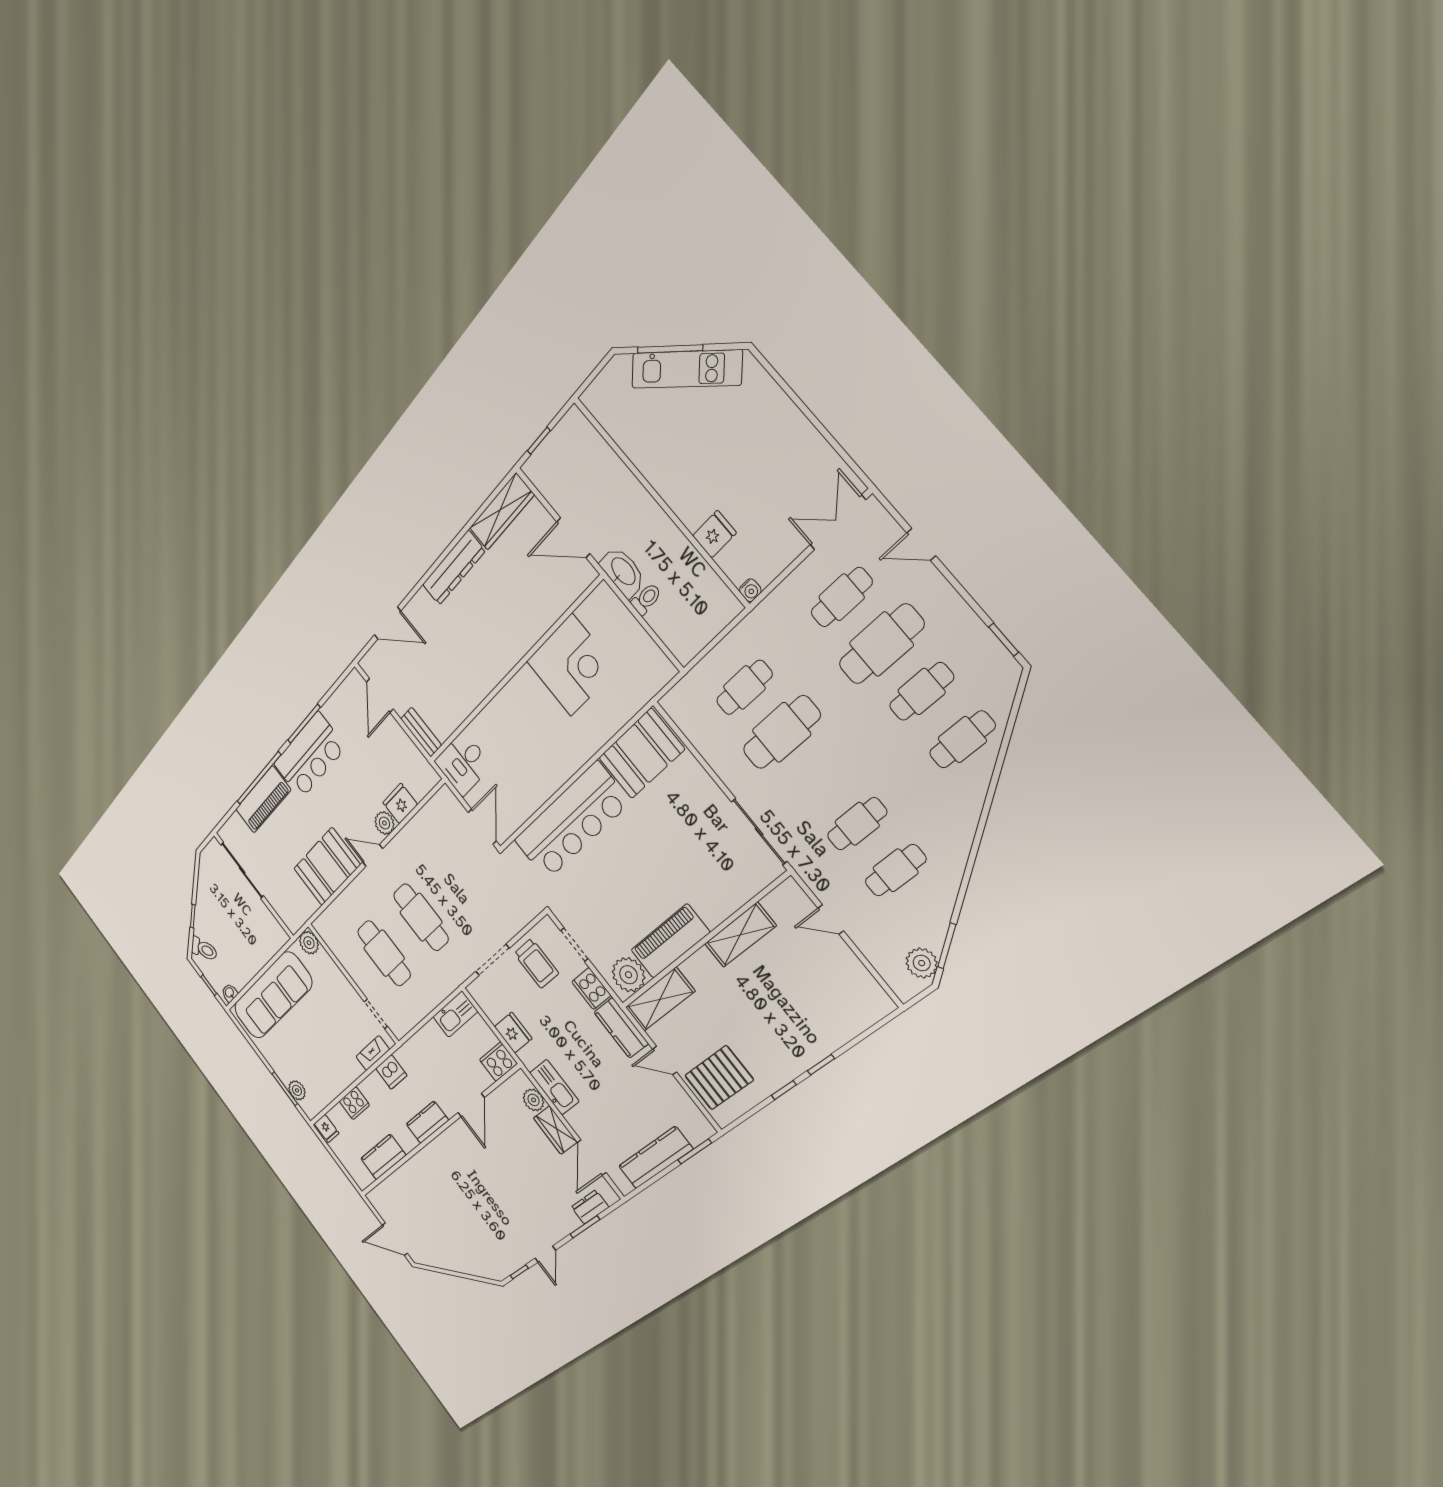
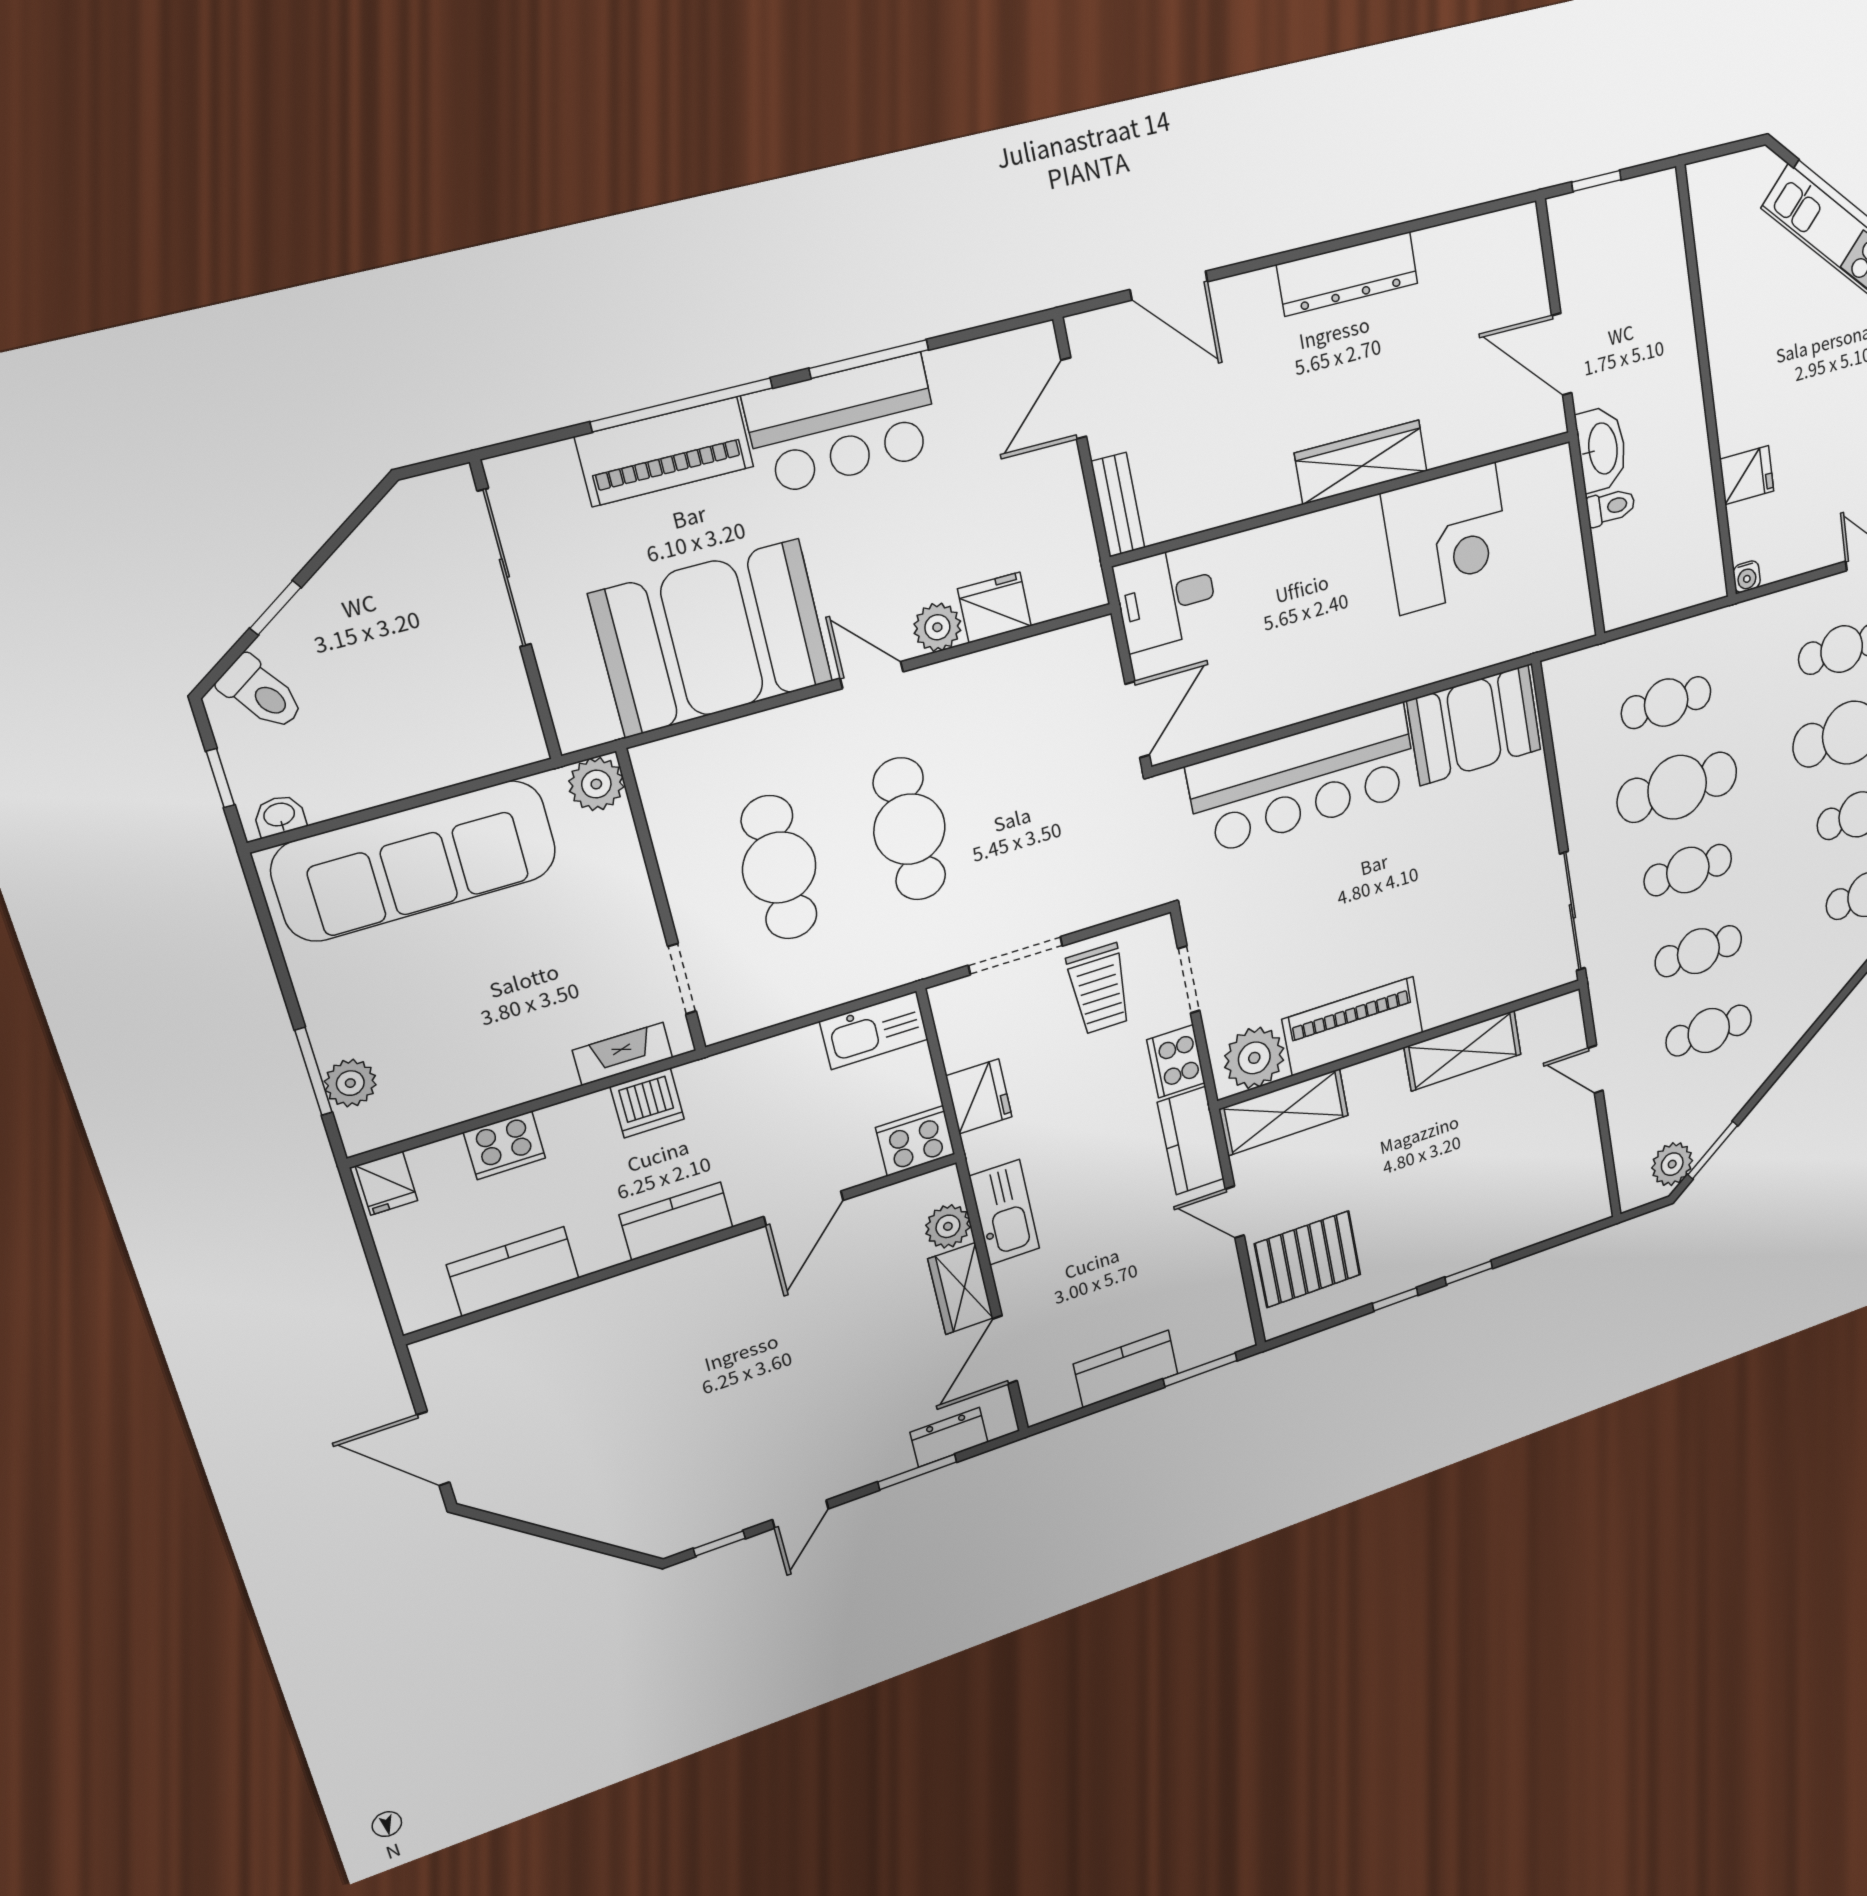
wardrobe: (502, 512) -> (1361, 462), moved, turned 180
cafe table: (819, 778) -> (1688, 870), added
booth: (327, 867) -> (712, 638), width x1.36, depth x1.42
kitchen counter: (655, 1158) -> (1126, 1369), width x0.67

